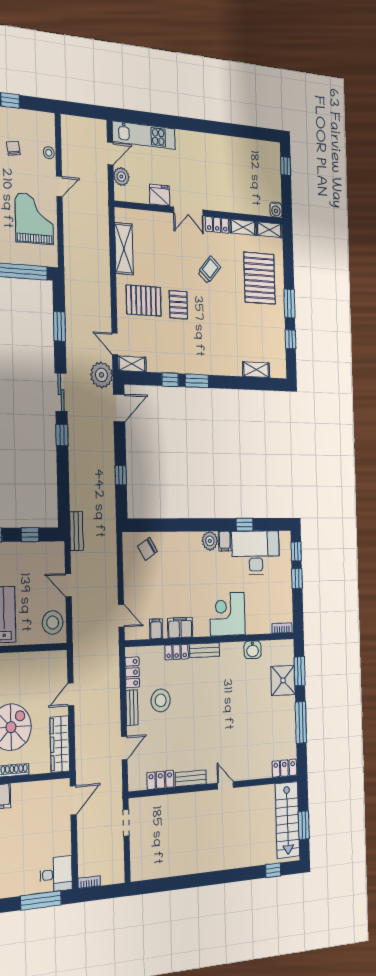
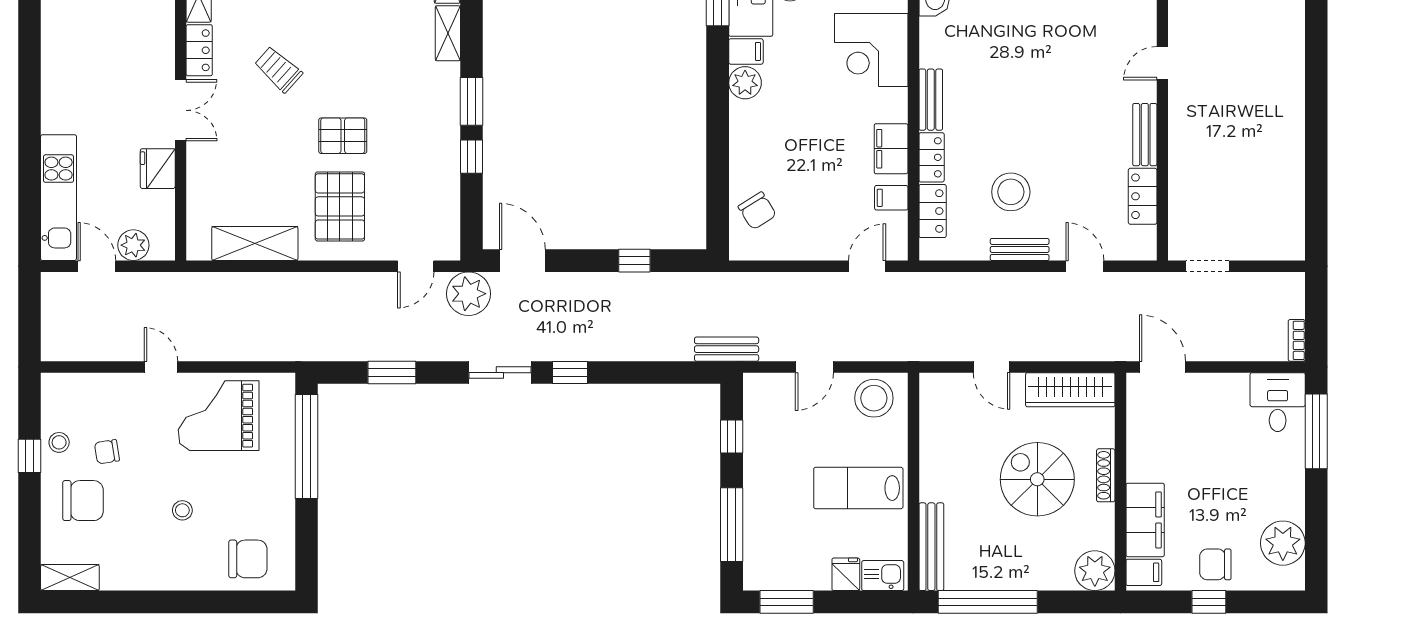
stool: (49, 153) -> (59, 442), moved
shelving: (132, 364) -> (448, 33), moved
locker: (132, 672) -> (933, 211), moved, turned 90

